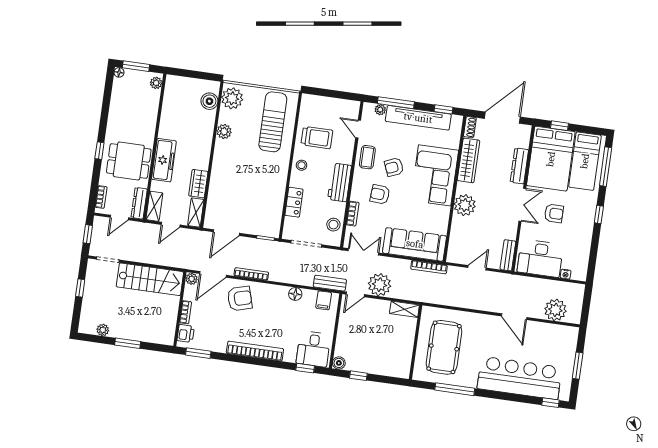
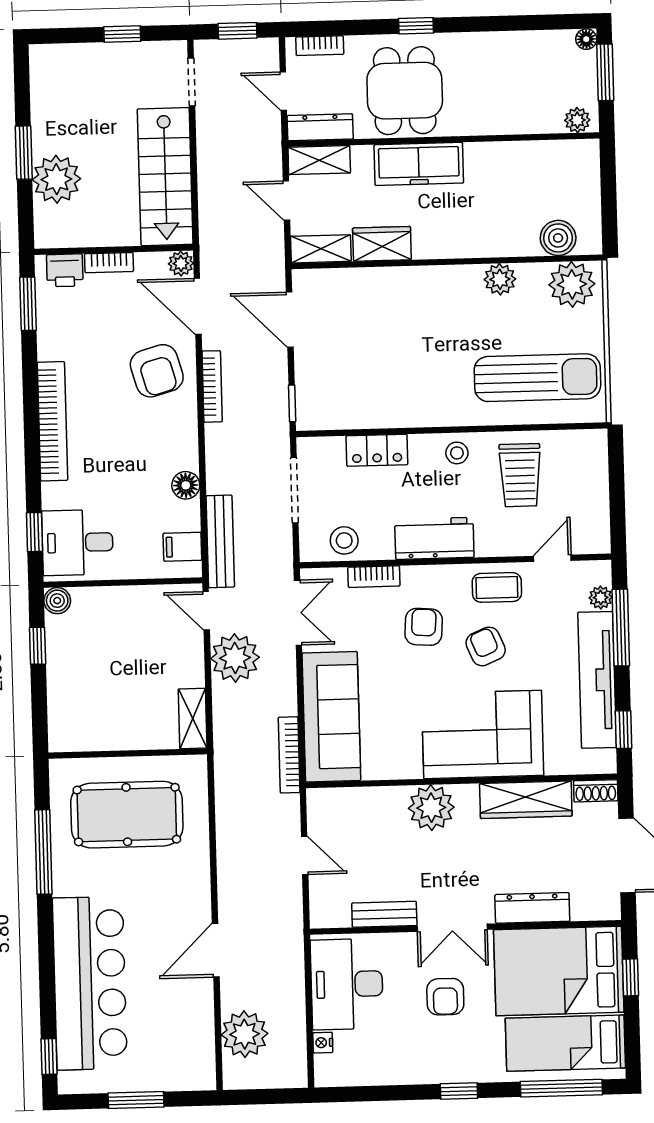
bench: (508, 255) -> (384, 914), moved
bench: (330, 283) -> (220, 541), width x1.36
plant: (103, 330) -> (56, 179), moved, width x1.88, depth x1.88

